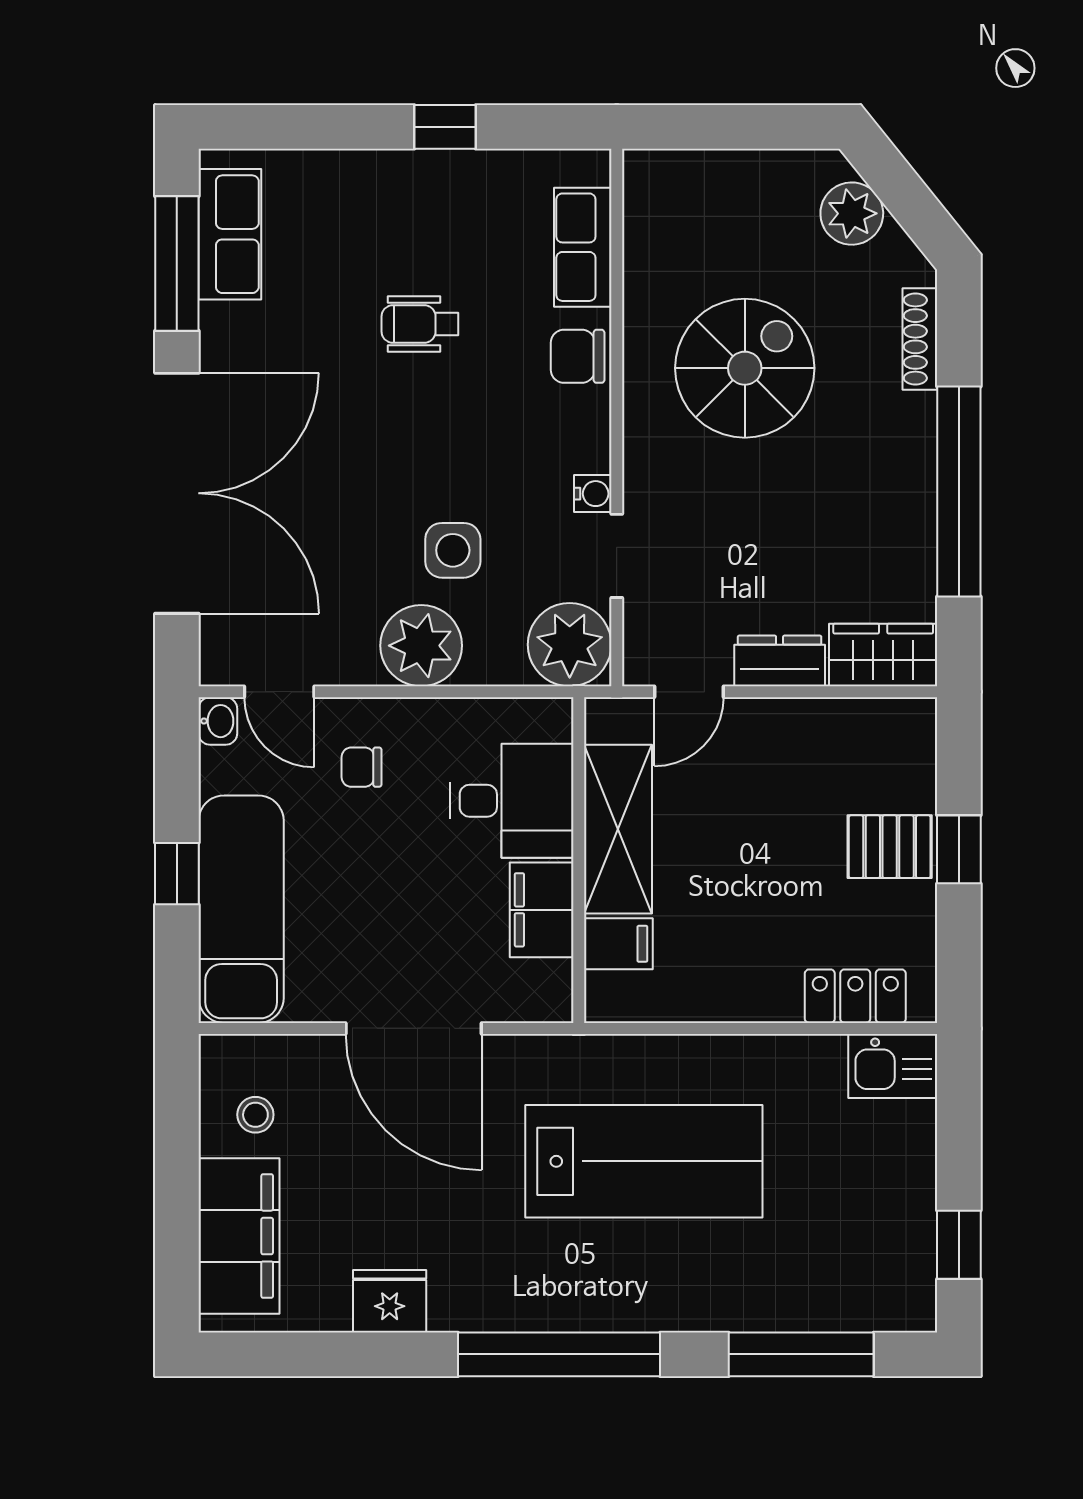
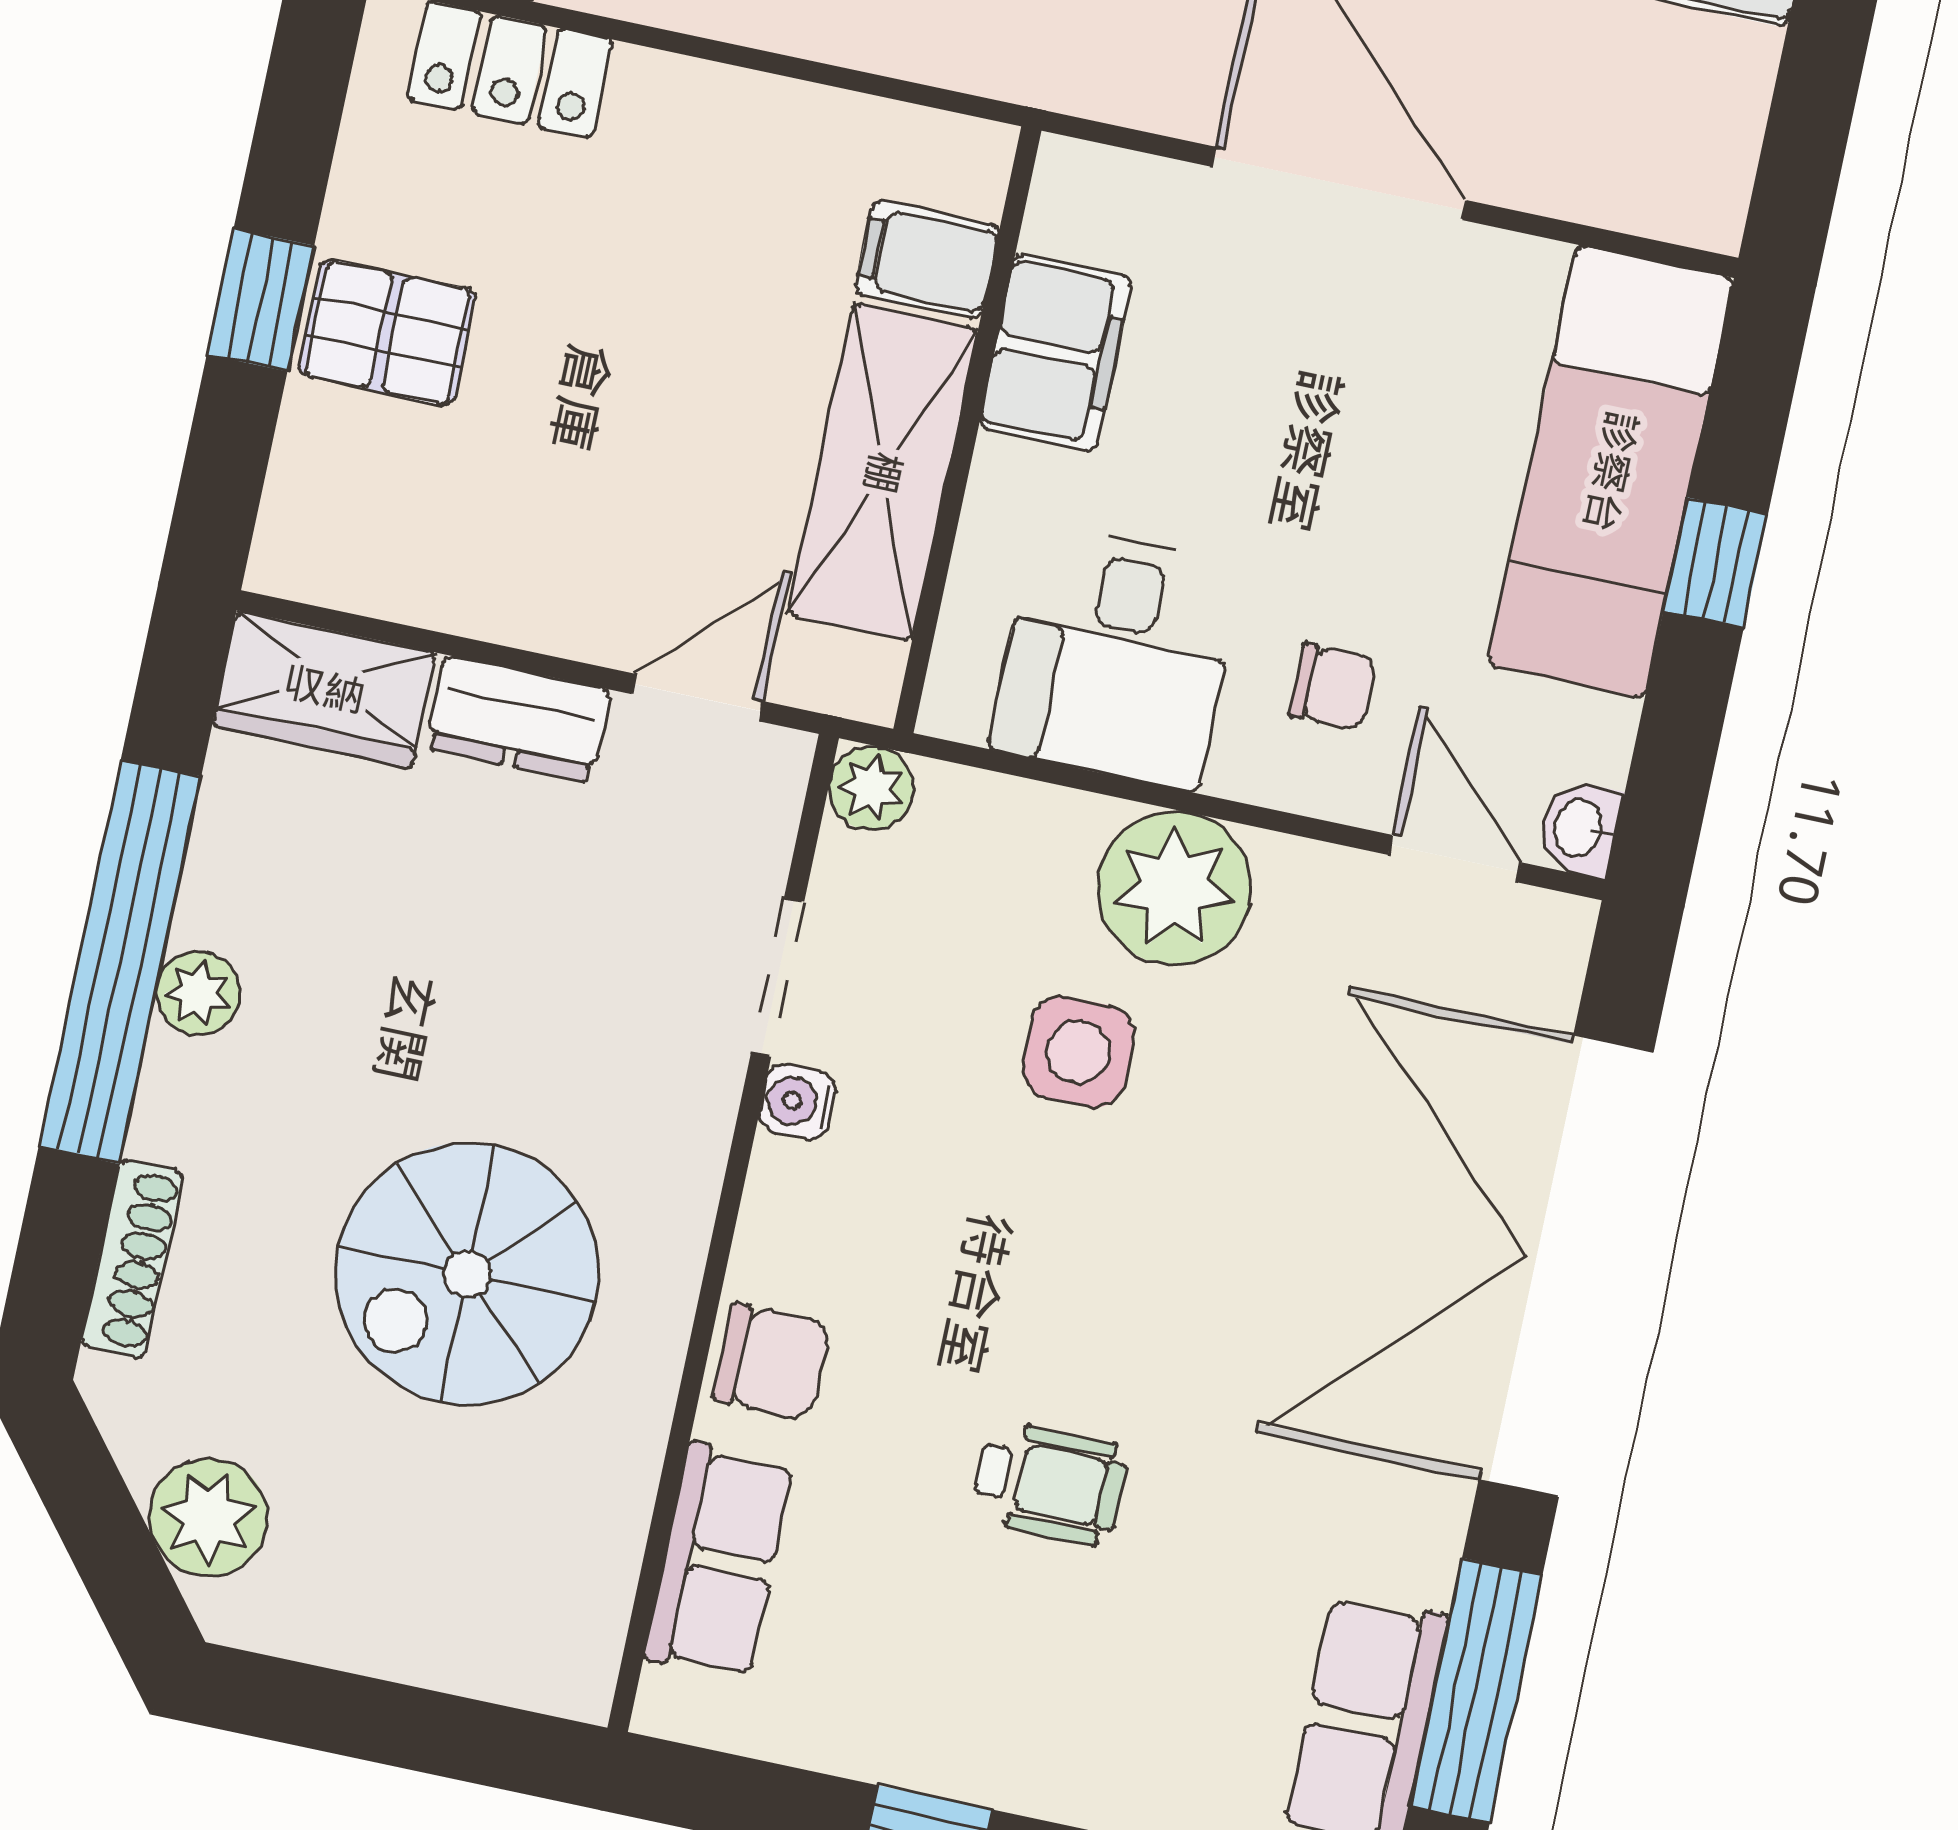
plant: (915, 484) -> (198, 993), added
plant: (570, 645) -> (871, 788), width x0.53, depth x0.53
desk: (512, 801) -> (1117, 657), moved, turned -90
stool: (255, 1115) -> (1665, 86), removed

